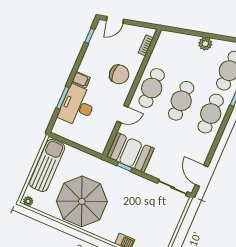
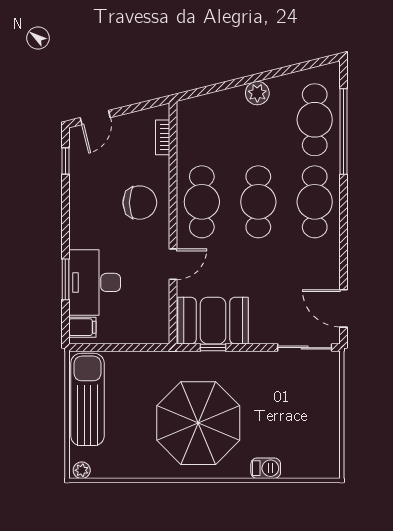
filing cabinet: (81, 80) -> (82, 327), moved
parasol: (82, 201) -> (198, 423), moved

